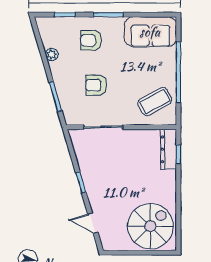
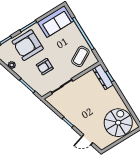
armchair: (91, 40) -> (28, 45), width x1.88, depth x1.88

